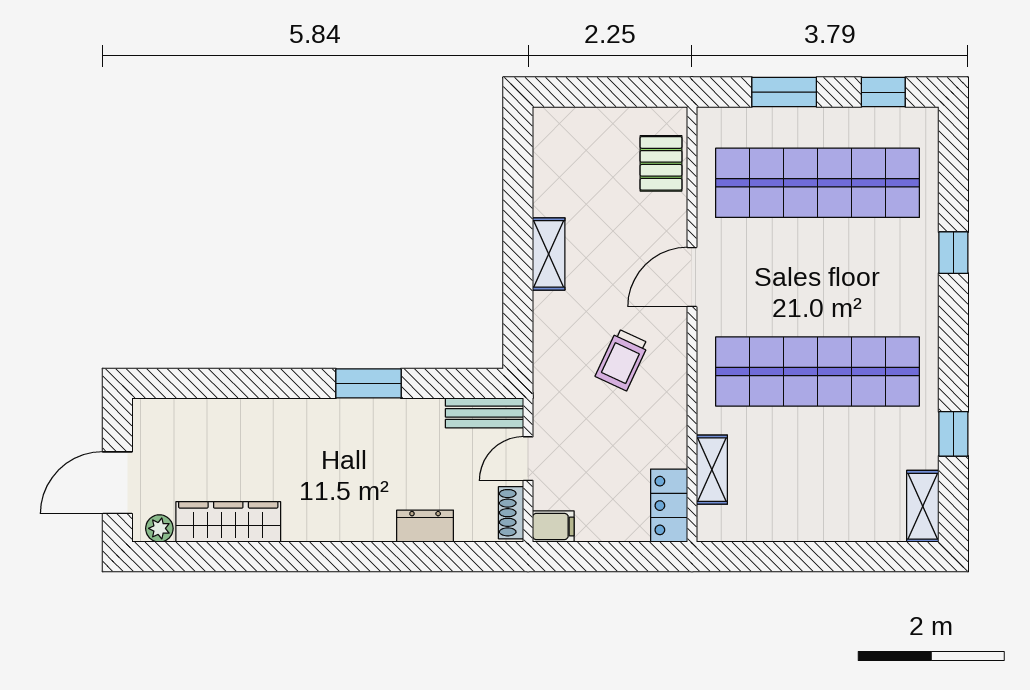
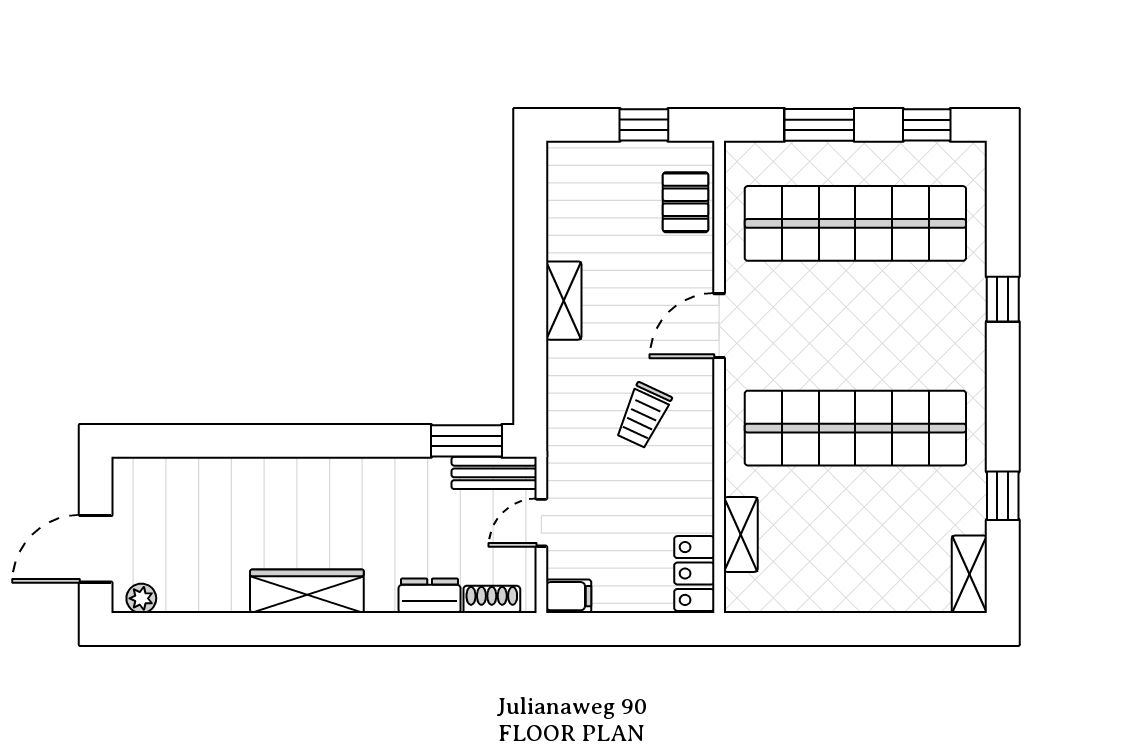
window: (623, 92) -> (644, 125), added
window: (368, 383) -> (467, 441), moved
shoe rack: (511, 513) -> (492, 599), moved, turned 90
wardrobe: (228, 522) -> (307, 591), moved

